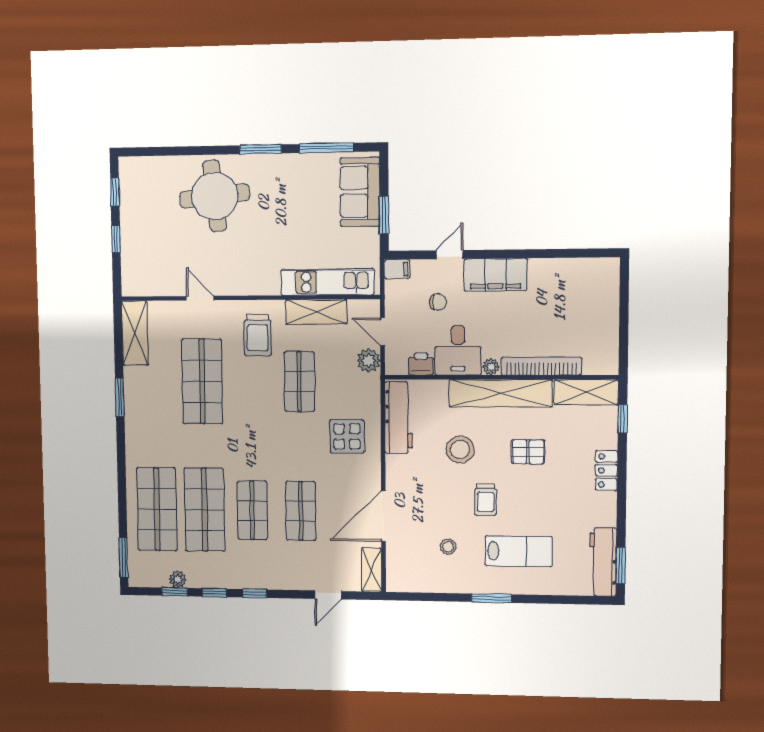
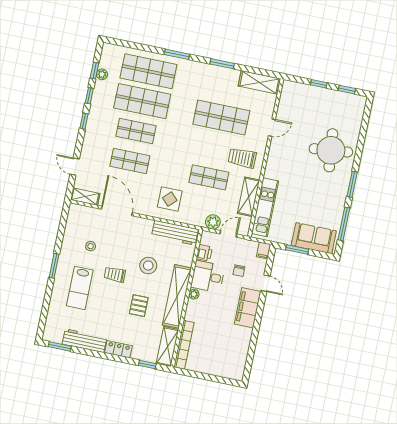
bookcase: (541, 366) -> (184, 345), moved
window: (124, 557) -> (177, 54), moved
workbench: (603, 562) -> (85, 341), moved

